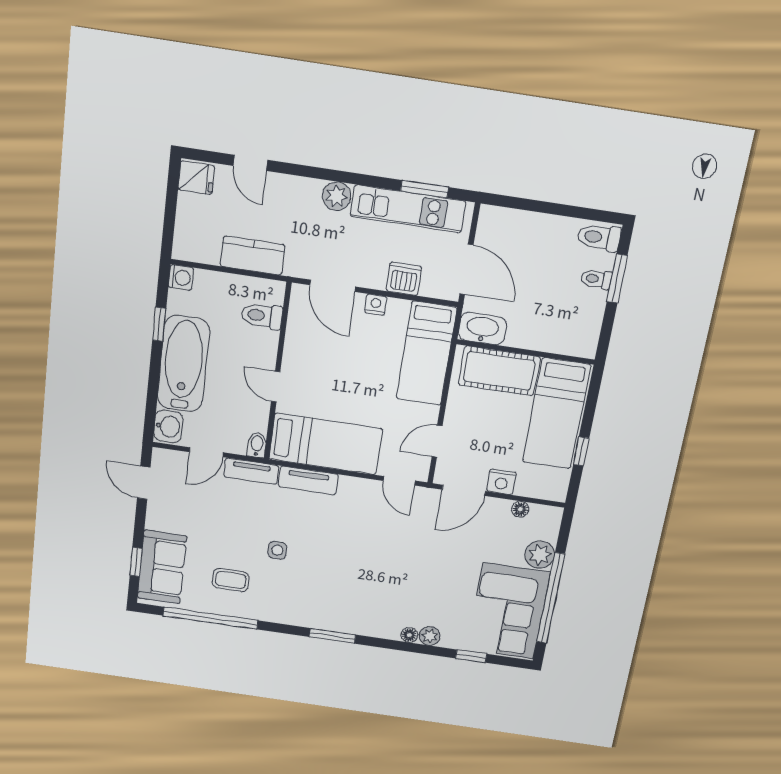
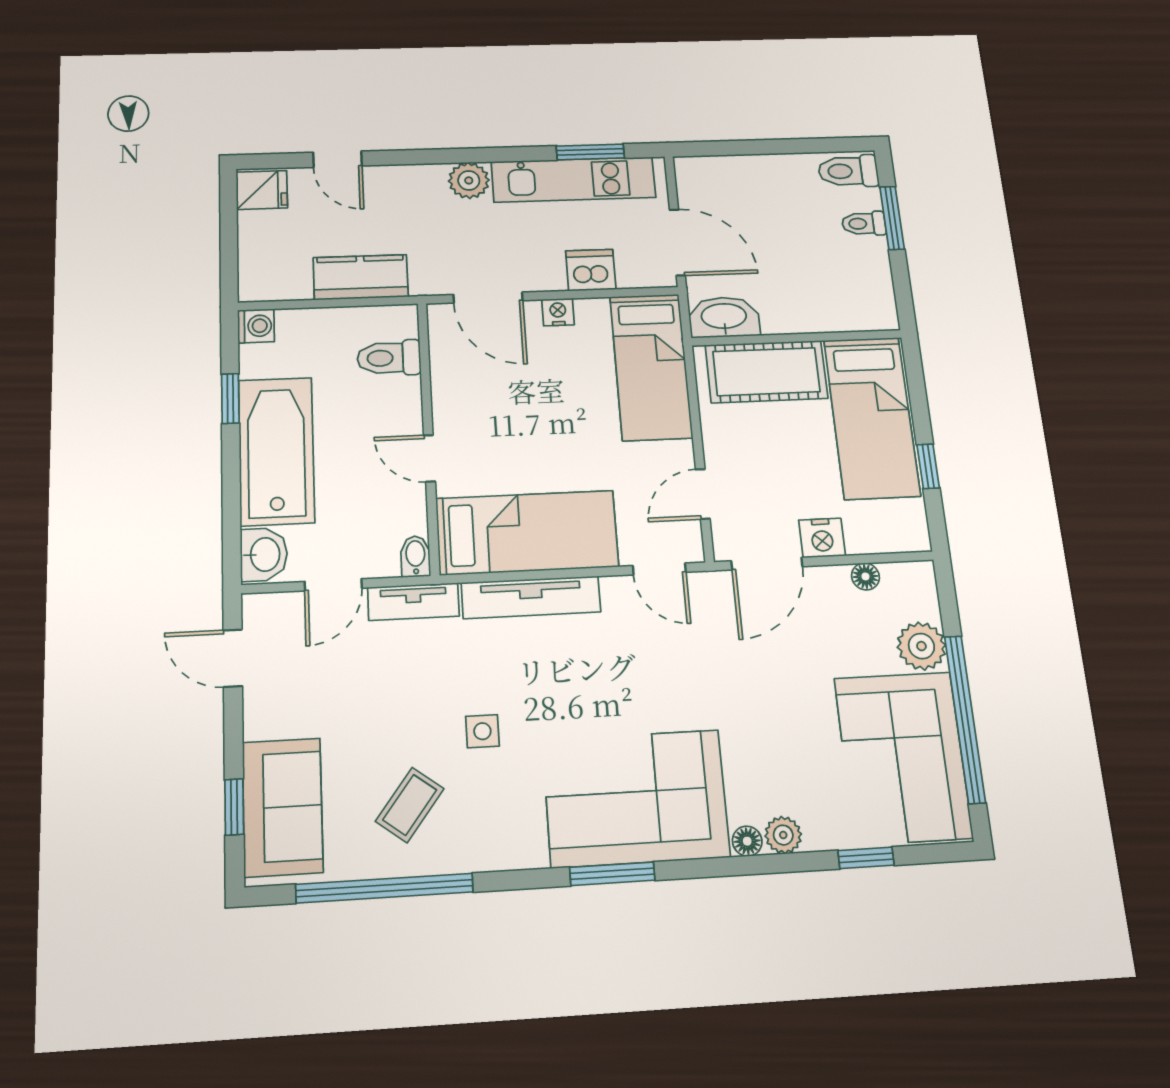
tv unit: (308, 480) -> (531, 597), width x1.41
coffee table: (231, 580) -> (410, 805), turned -53
corner sofa: (354, 602) -> (636, 798), added

